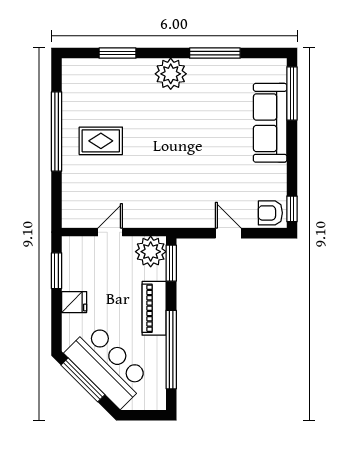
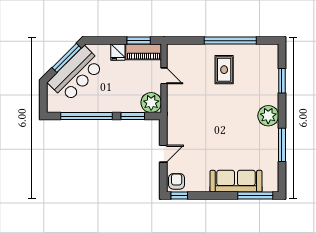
window: (171, 263) -> (133, 116), moved
piano: (154, 308) -> (144, 52), moved, turned 180

